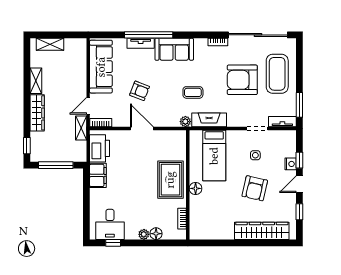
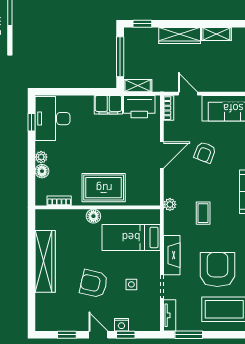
fireplace: (209, 120) -> (172, 255), moved
shelving: (81, 128) -> (138, 86), moved
desk: (110, 224) -> (53, 119), width x1.37
wardrobe: (262, 231) -> (45, 261), moved

